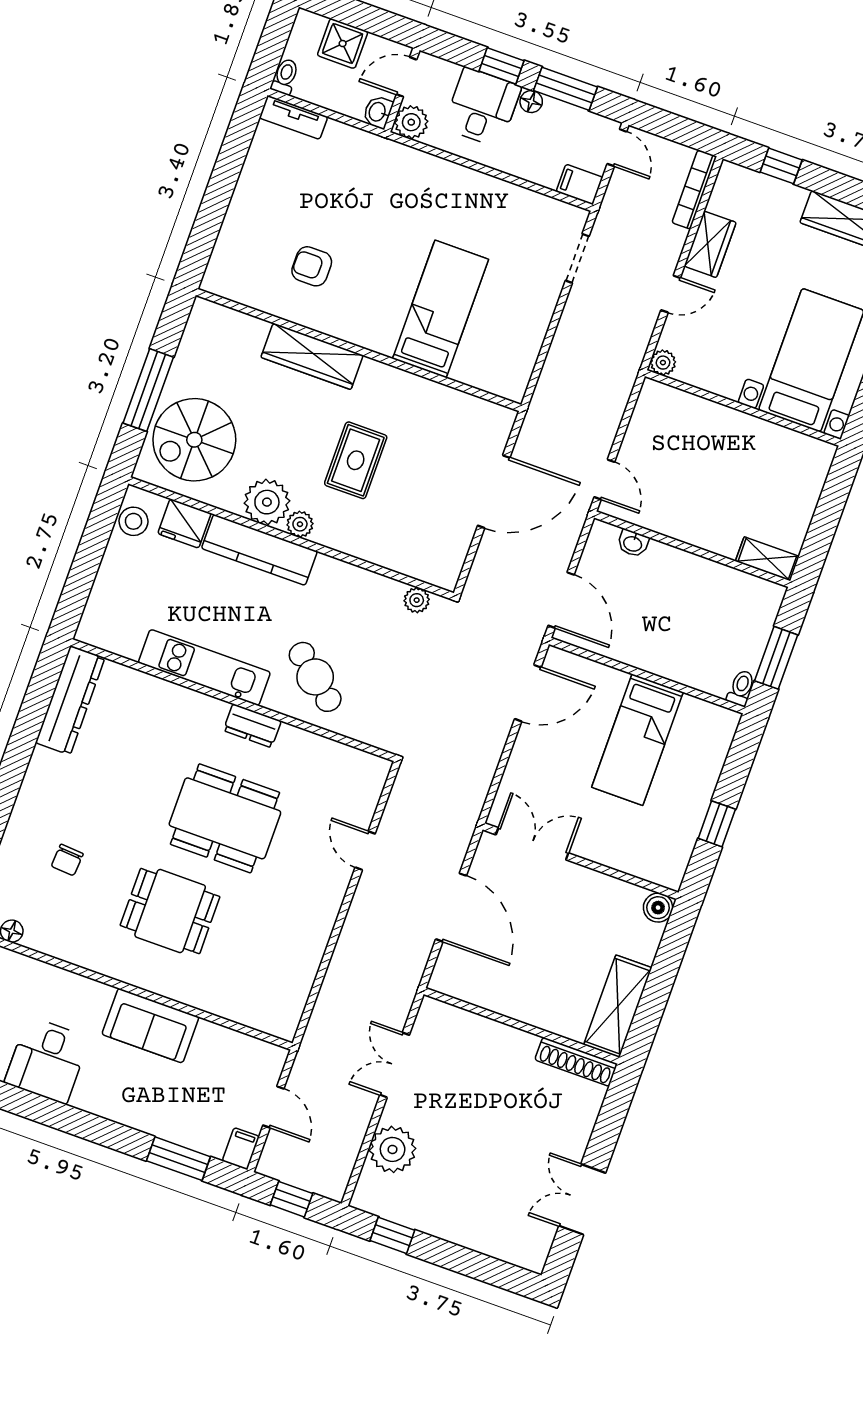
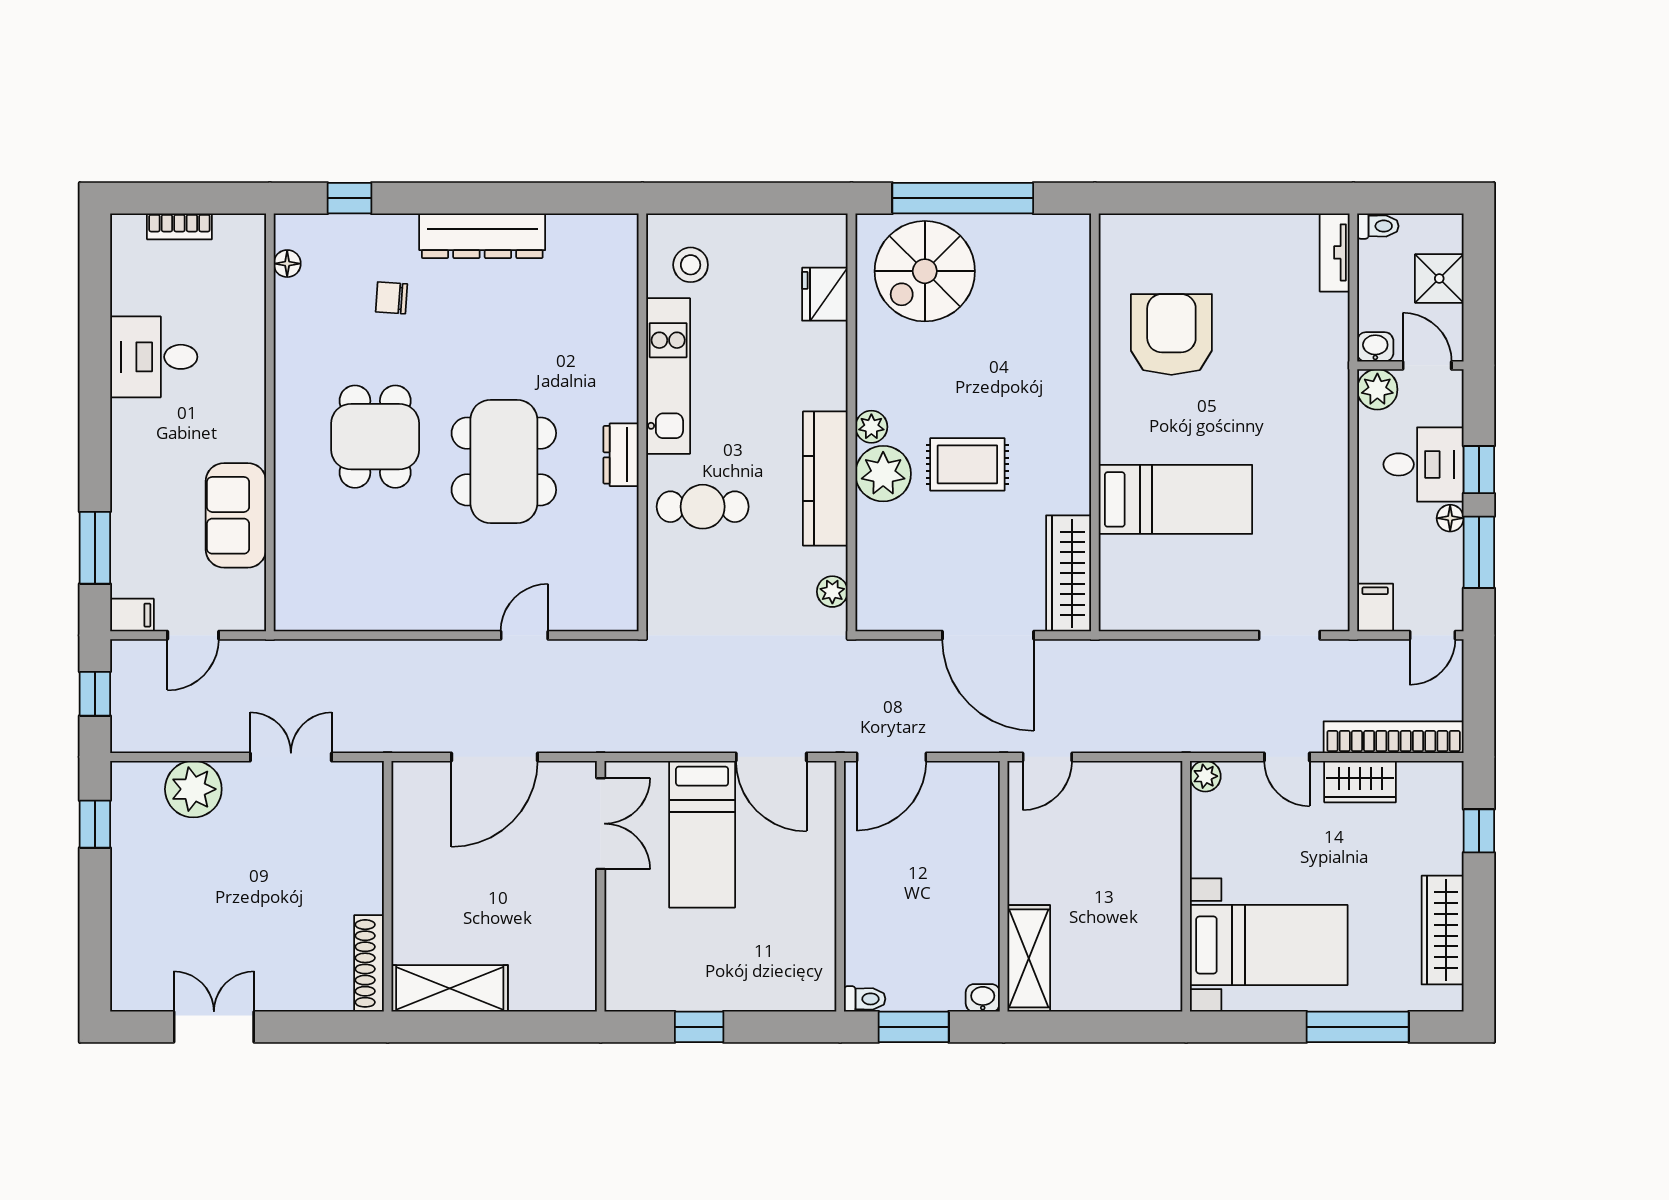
bookcase: (694, 190) -> (1394, 737), width x1.48, depth x1.31
armchair: (312, 266) -> (1171, 335), width x1.88, depth x1.88
wardrobe: (312, 356) -> (1069, 573), moved
window: (148, 390) -> (963, 198), width x1.46
spiral stairs: (194, 440) -> (925, 271), turned -90
plant: (267, 502) -> (883, 474), moved
stool: (134, 521) -> (691, 265), moved
washbasin: (633, 543) -> (983, 998), moved, turned 90
kitchen counter: (259, 550) -> (825, 479), moved
shelving: (767, 559) -> (1029, 958), width x1.50, depth x1.33
cafe table: (315, 677) -> (703, 507), turned 50
dresser: (70, 700) -> (482, 236), moved
bed: (637, 740) -> (702, 834), moved, turned -90
boiler: (658, 908) -> (579, 994), removed
sofa: (150, 1026) -> (236, 515), moved

